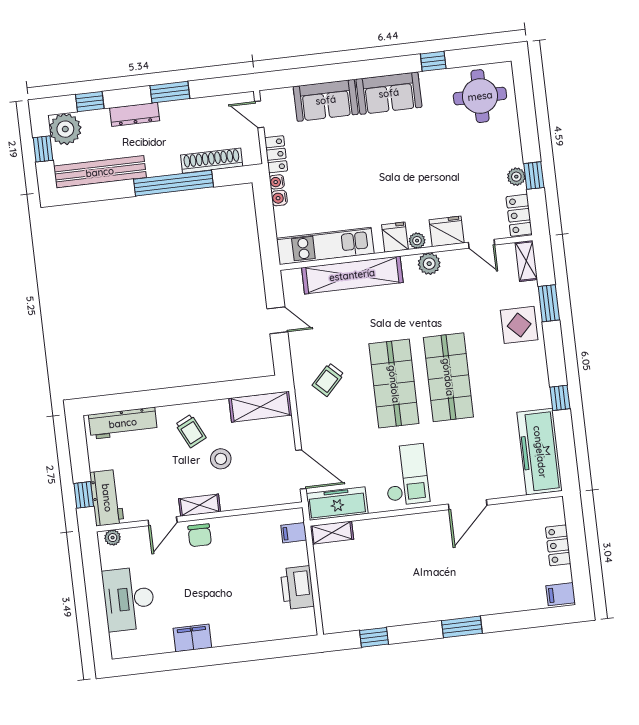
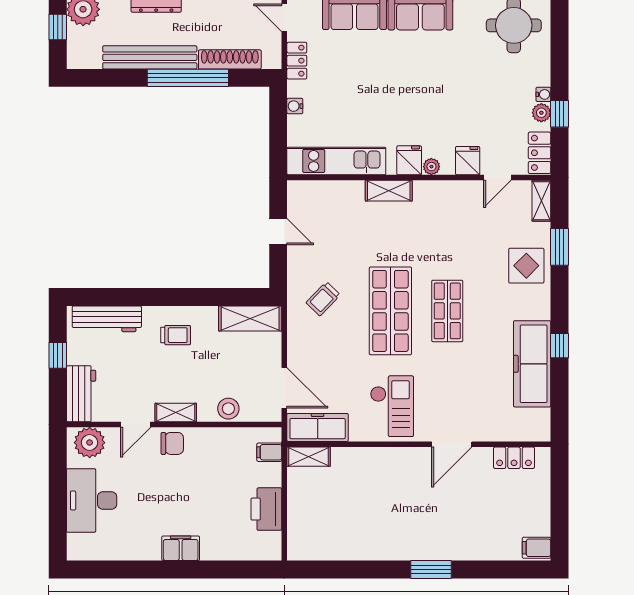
bench: (100, 172) -> (150, 57), moved
water cooler: (277, 182) -> (543, 94), moved, turned 180
fridge: (447, 231) -> (468, 161), width x0.72
door: (481, 244) -> (497, 178), hinge flipped
plant: (429, 264) -> (441, 192), removed
shelving: (352, 275) -> (389, 191), width x0.45, depth x0.75
shop shelf: (448, 377) -> (447, 311), width x0.70, depth x0.74
trolley: (191, 431) -> (176, 335), turned -64
freezer: (540, 452) -> (532, 364), moved
stool: (221, 459) -> (228, 409), moved
window: (84, 495) -> (58, 355), moved
chair: (200, 535) -> (172, 443), turned -90
plant: (113, 538) -> (90, 443), width x1.87, depth x1.87
locker: (558, 545) -> (514, 458), moved, turned -90
window: (374, 637) -> (339, 570), removed
filing cabinet: (192, 638) -> (181, 548), moved

